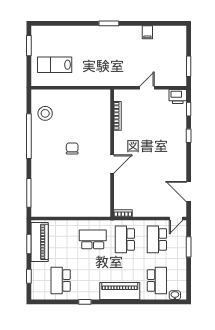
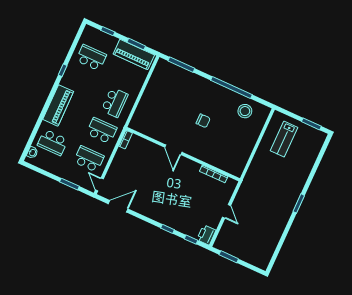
filing cabinet: (147, 32) -> (275, 234), removed
lab bench: (55, 65) -> (284, 139), turned 180

